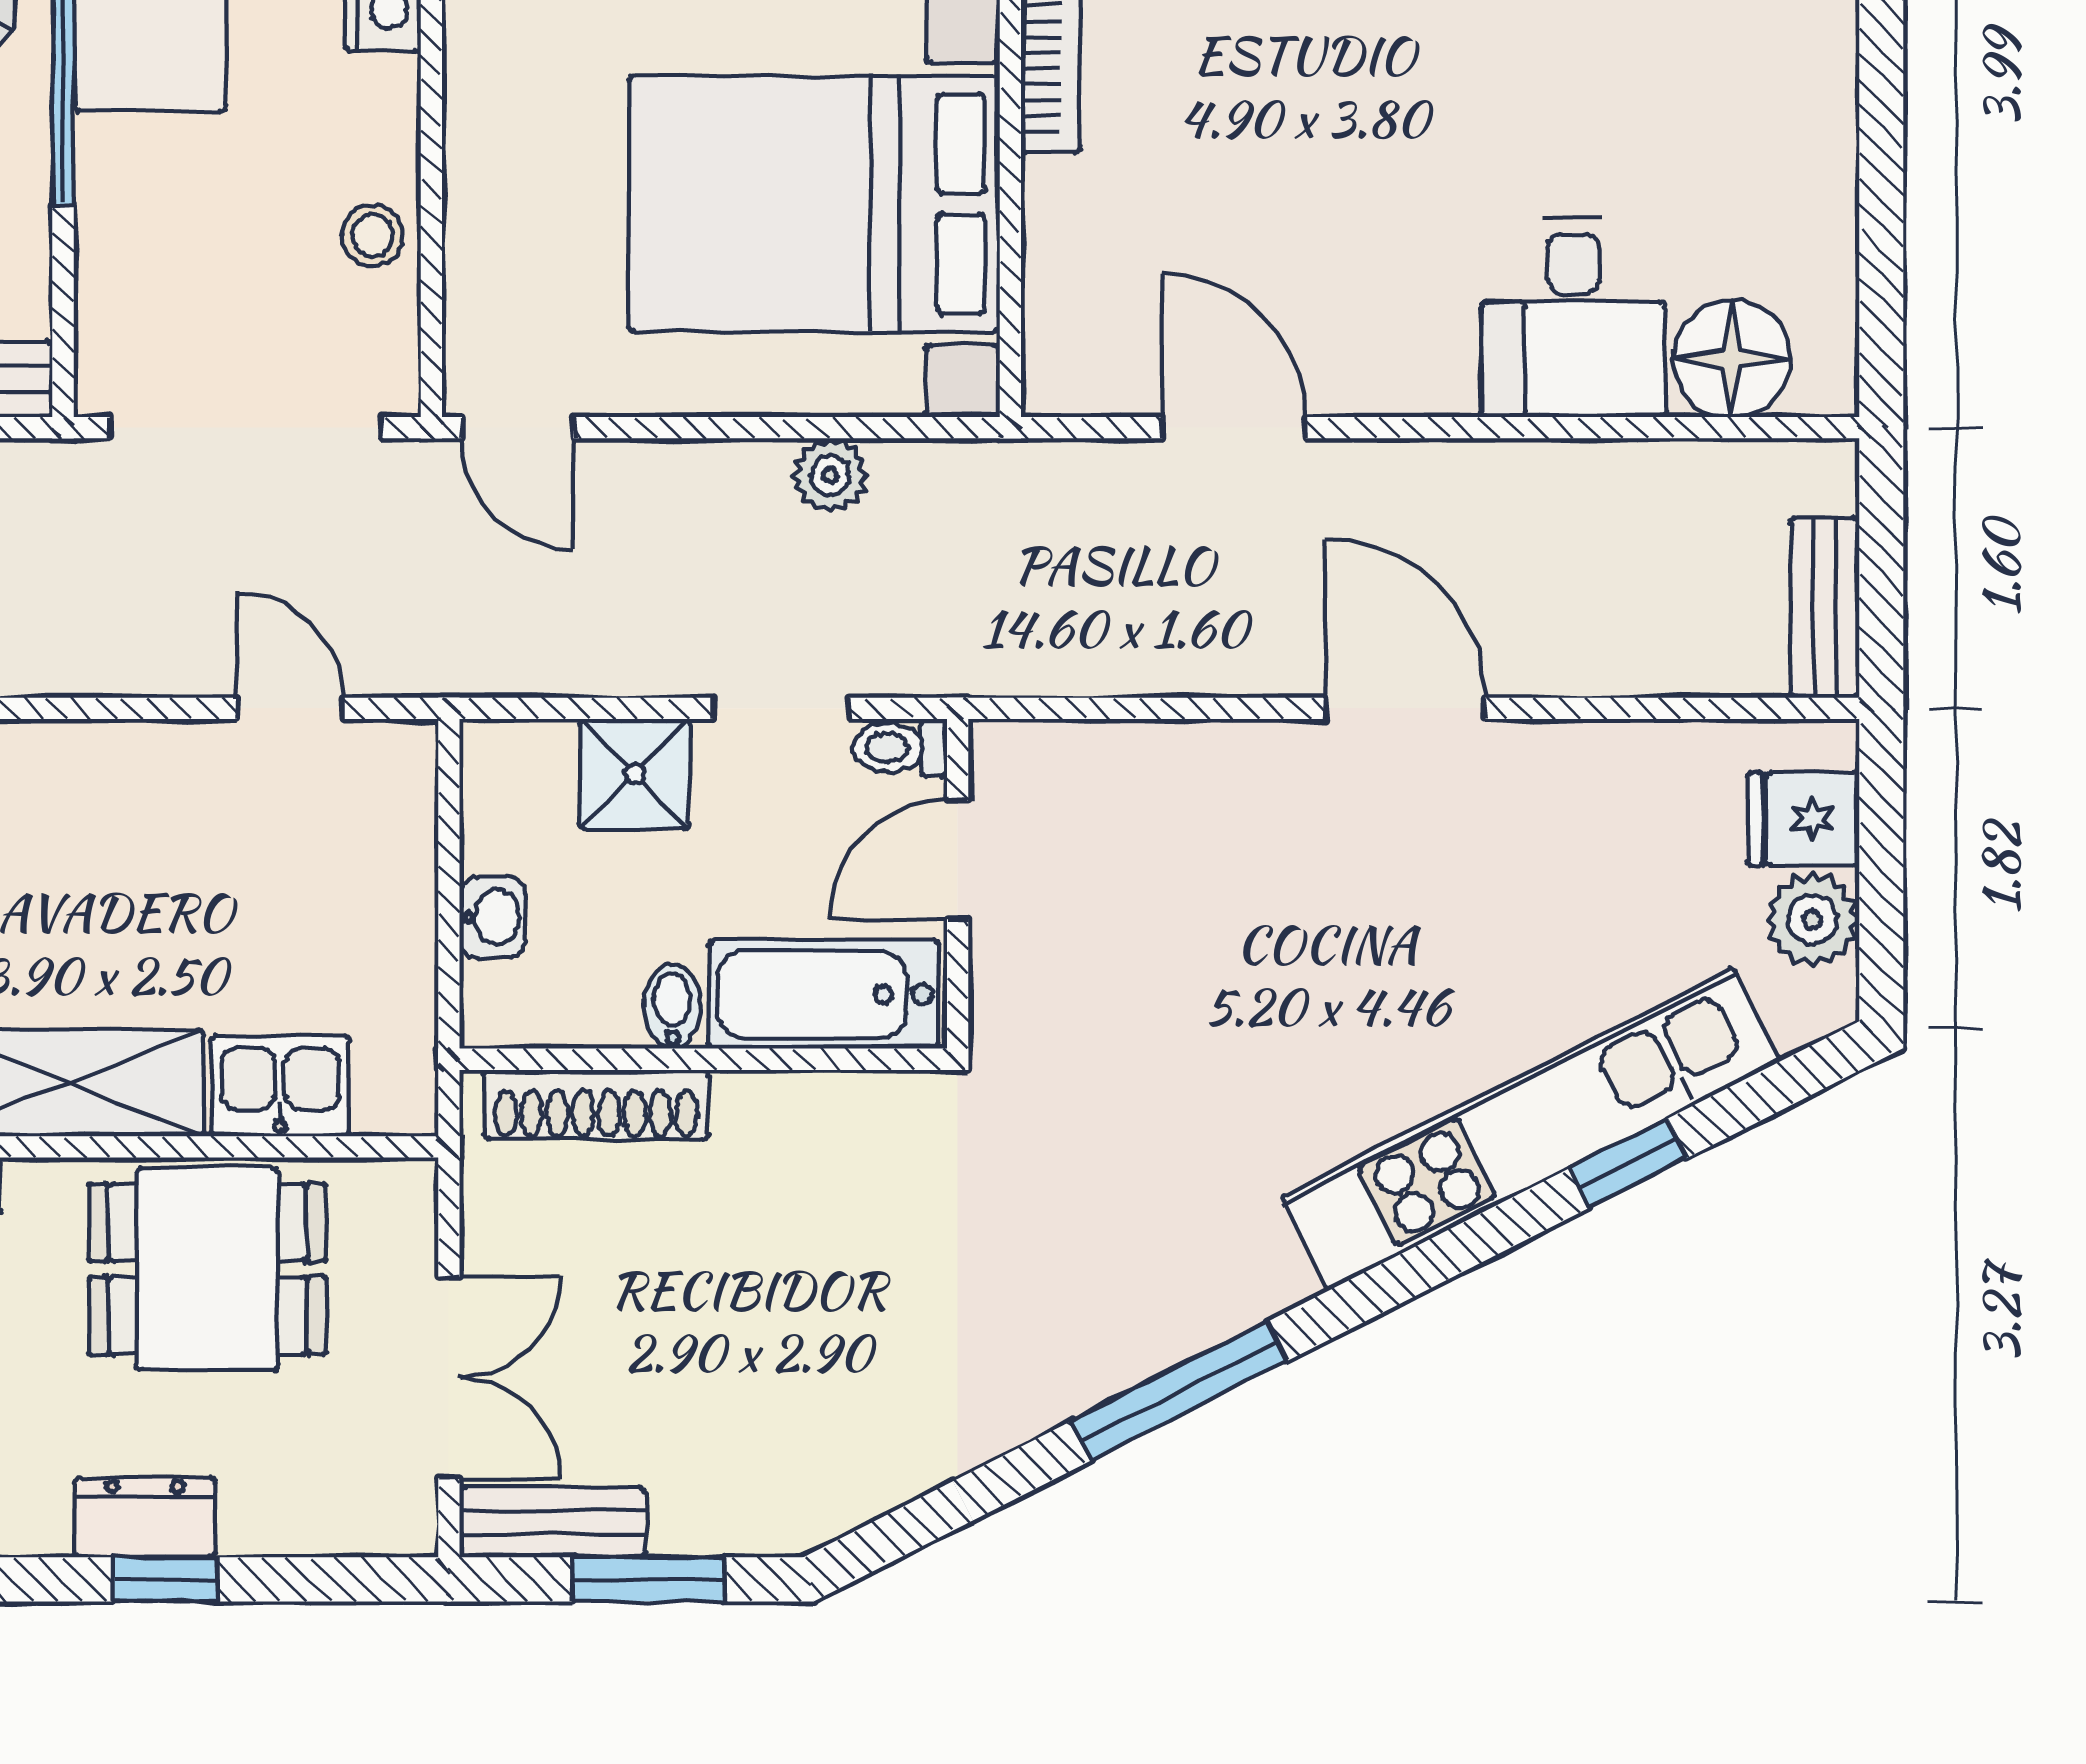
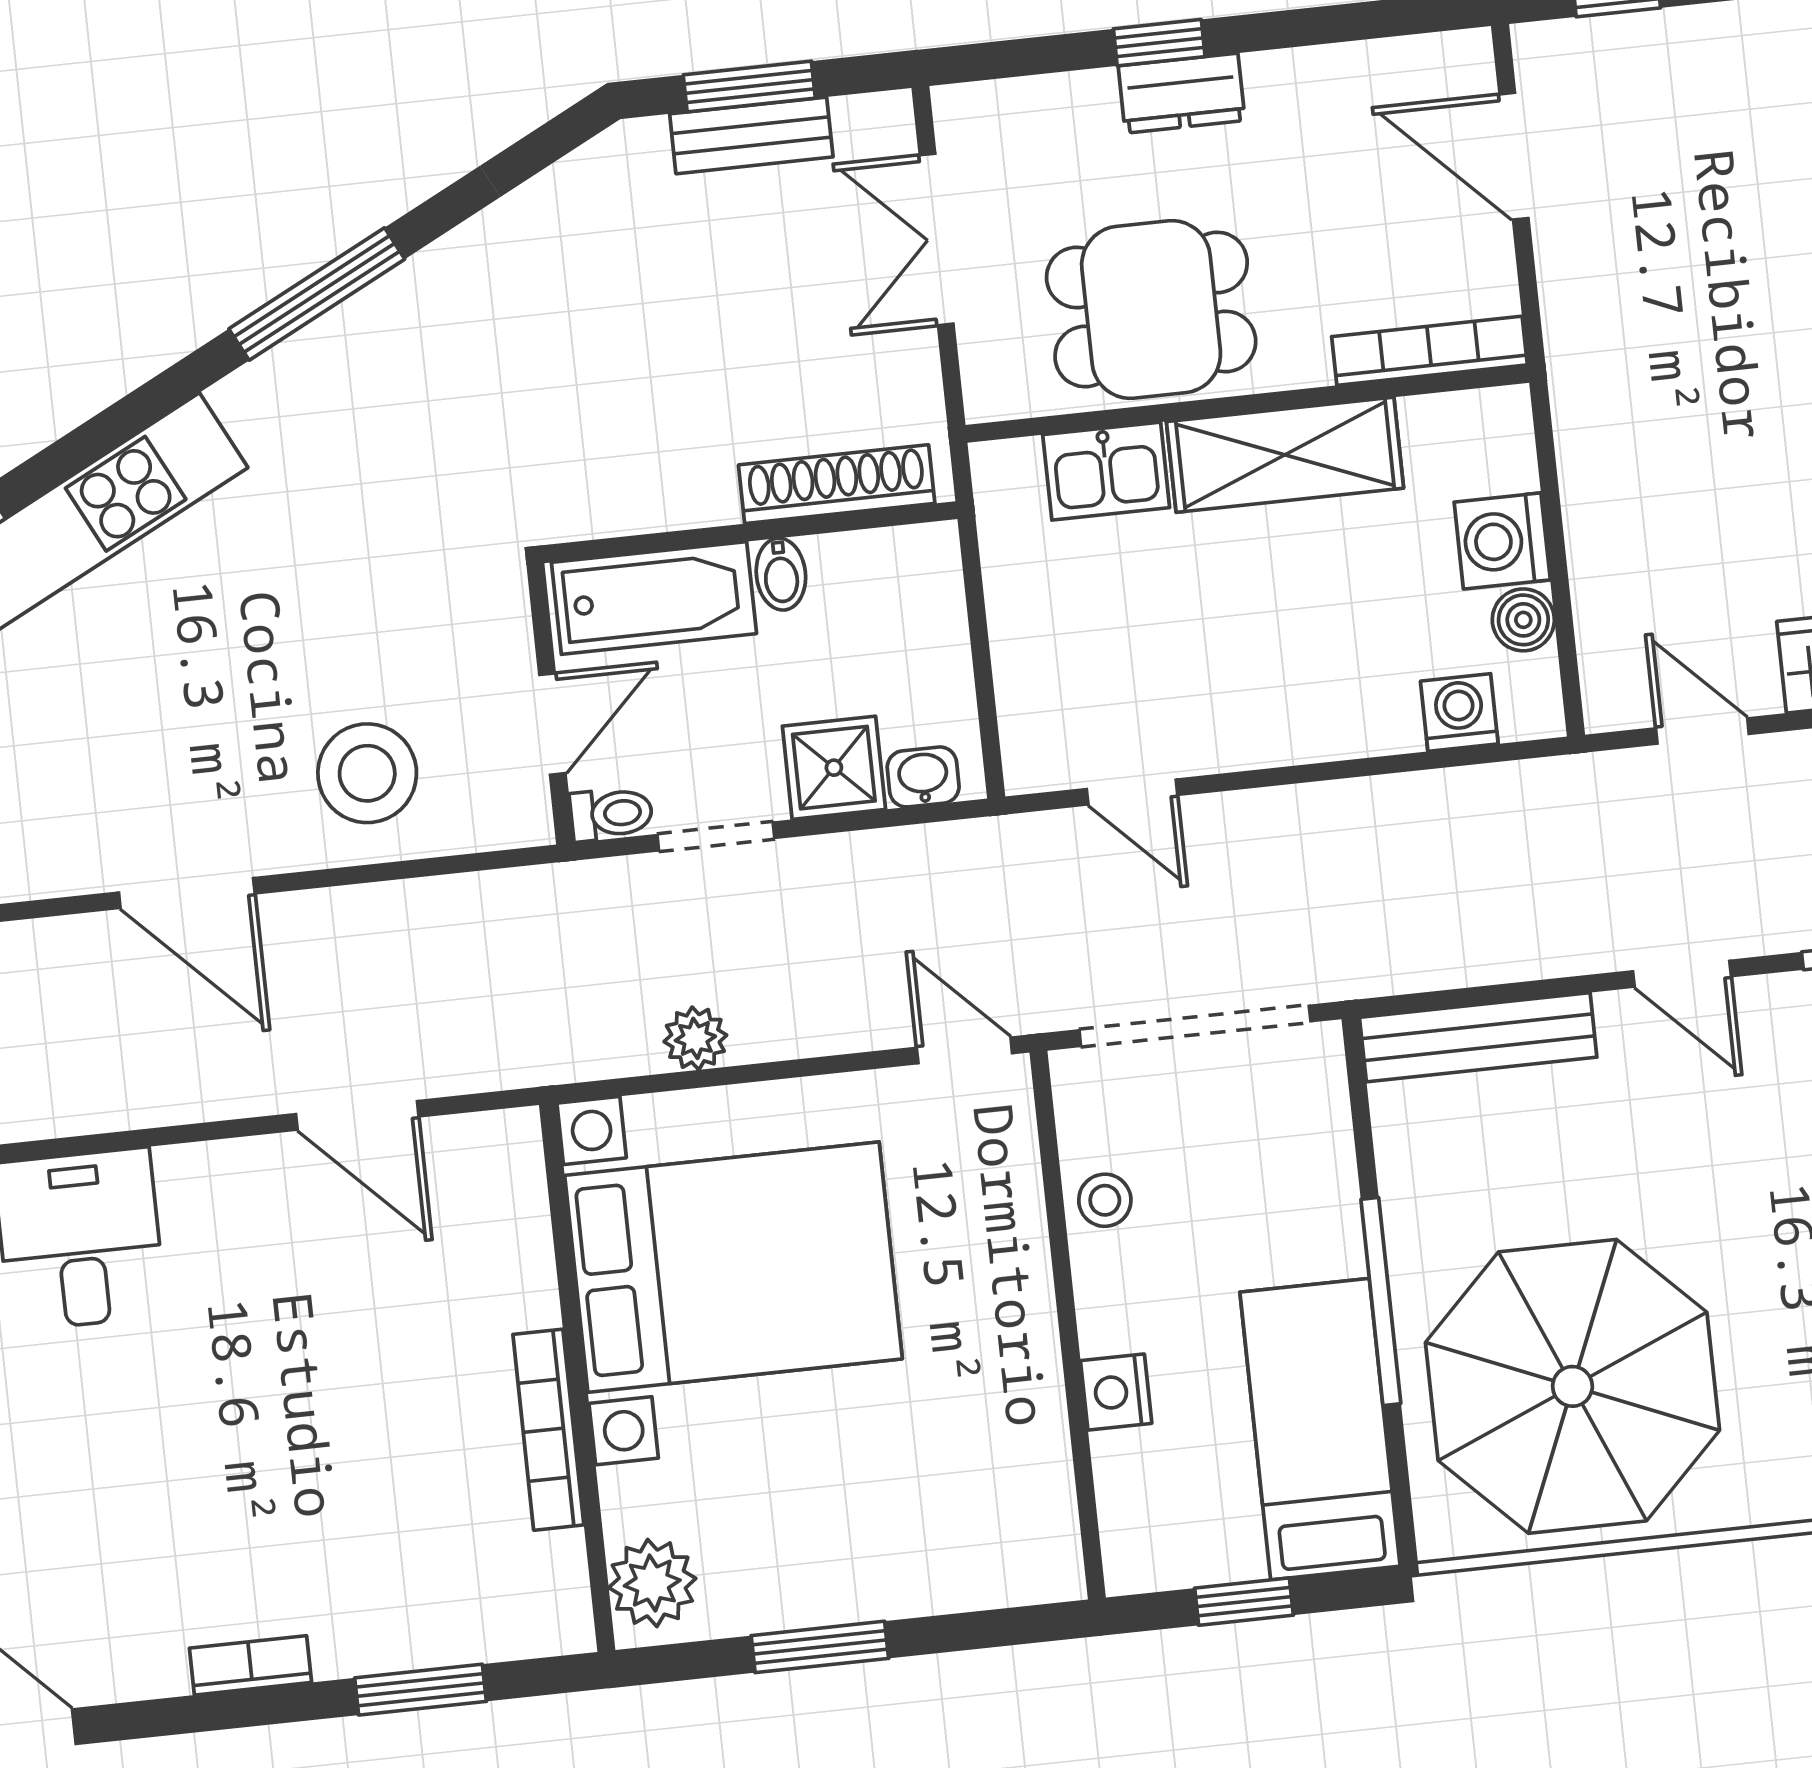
stool: (1180, 826) -> (367, 773), added
washbasin: (493, 917) -> (923, 777), moved, turned 90
bench: (552, 1522) -> (751, 135), moved

